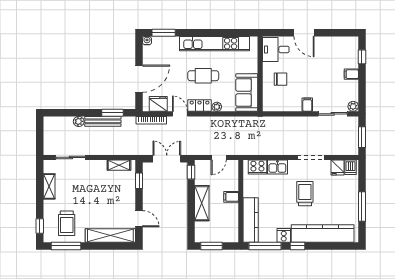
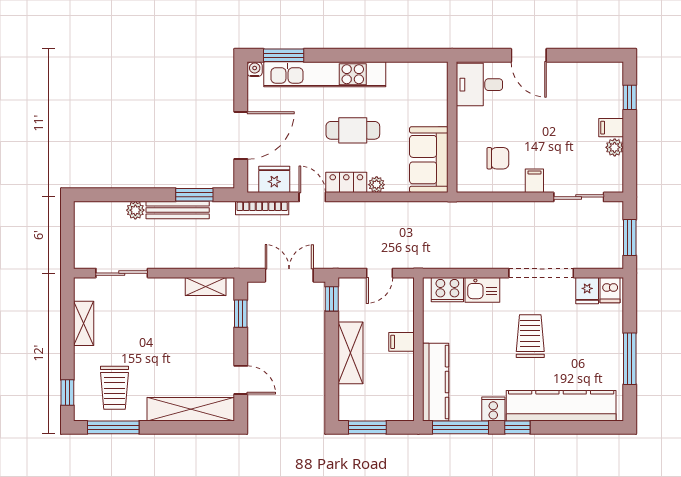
kitchen unit: (215, 44) -> (325, 74), moved
chair: (280, 79) -> (498, 158), moved
plant: (353, 106) -> (615, 147), moved
doorway: (311, 157) -> (541, 273), width x1.36

